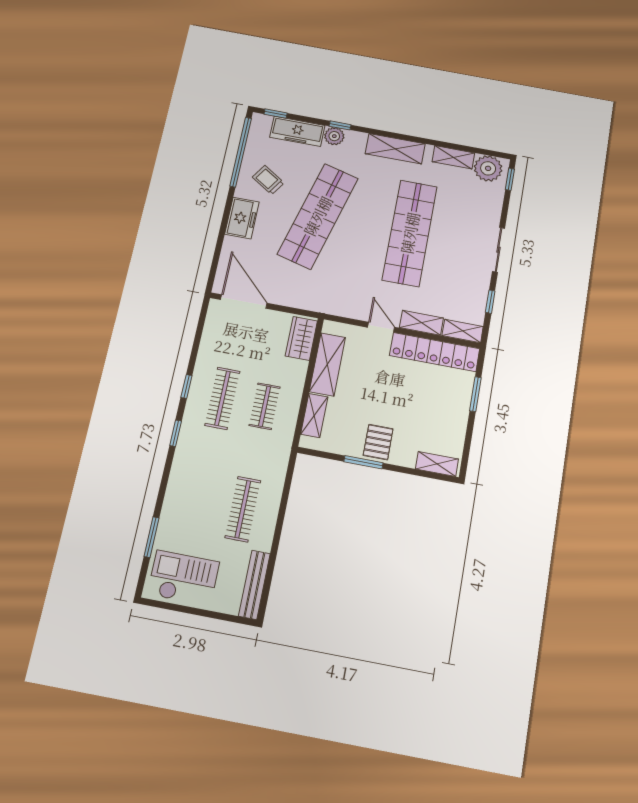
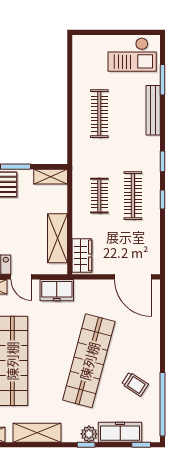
freezer: (242, 218) -> (57, 290), moved, turned -90
shelving: (314, 416) -> (51, 177), moved, turned 90
bench: (254, 585) -> (153, 110), moved

